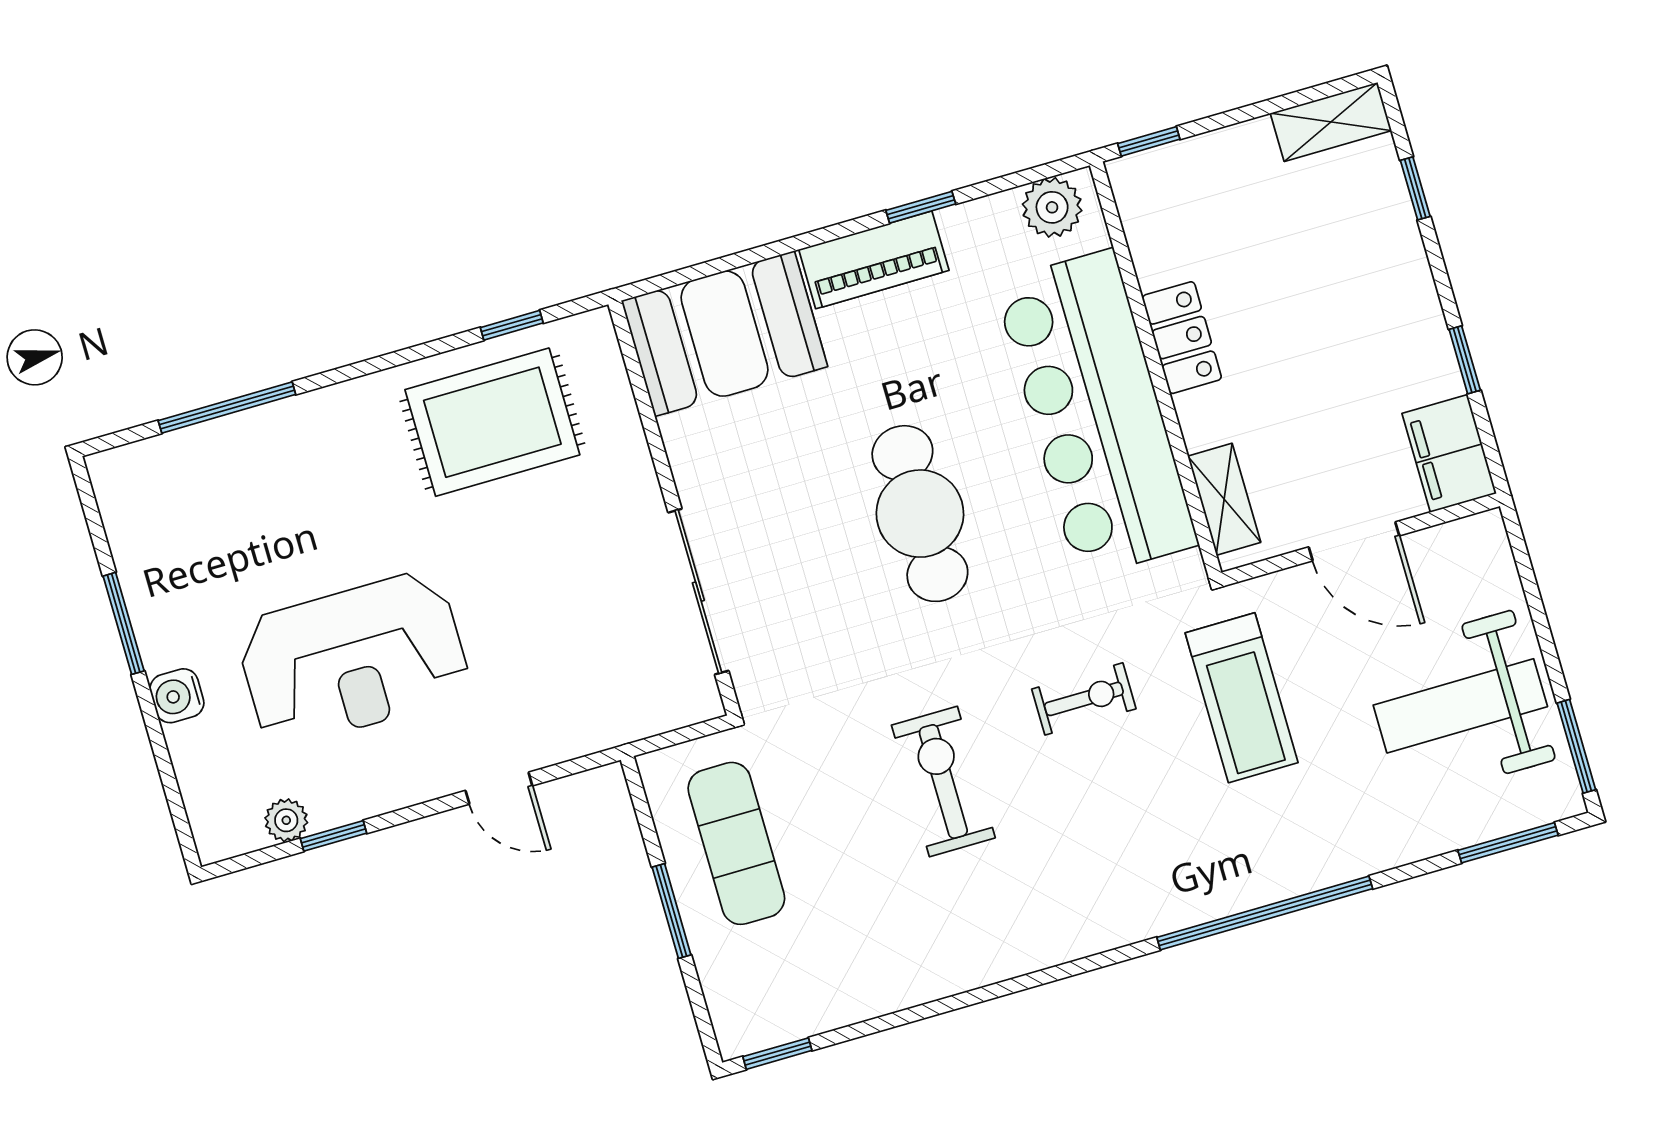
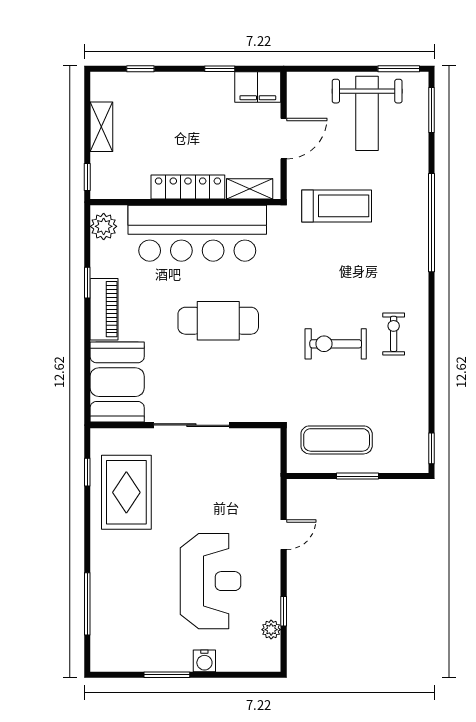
shelving: (1331, 122) -> (101, 127), moved
locker: (1182, 338) -> (188, 187), width x1.53
sliding door: (698, 592) -> (191, 425), moved
exercise bike: (1084, 699) -> (394, 334), moved

